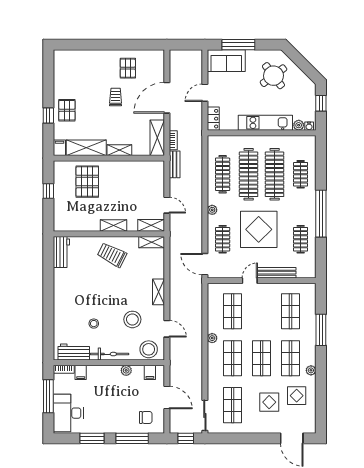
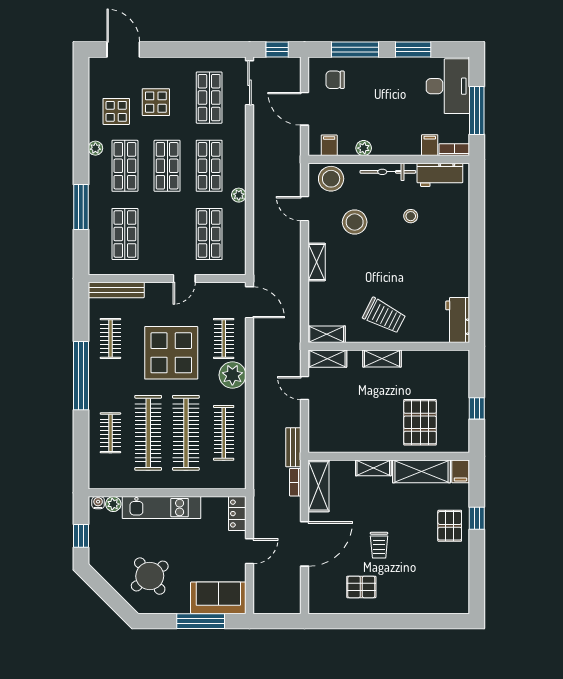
pallet: (128, 68) -> (361, 587), turned 90
plant: (212, 210) -> (232, 375), width x1.88, depth x1.88
bench: (277, 273) -> (116, 290), moved

